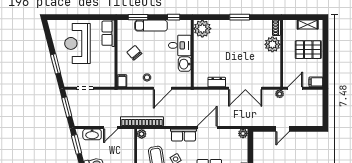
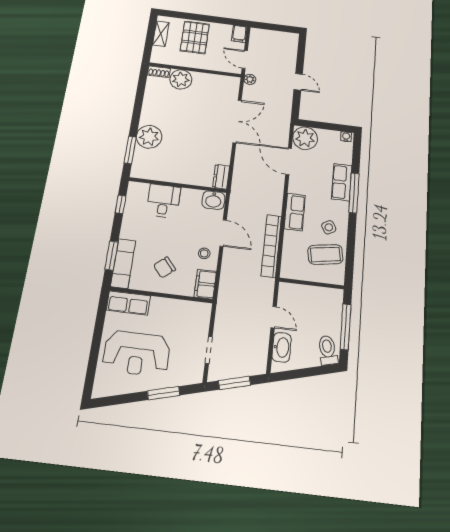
window: (240, 17) -> (130, 150), moved
exam couch: (151, 26) -> (123, 264), moved
plant: (202, 29) -> (149, 137), moved
washbasin: (185, 64) -> (213, 200), moved
filing cabinet: (122, 81) -> (205, 284), width x2.00
dresser: (217, 82) -> (221, 177), moved
bookcase: (142, 121) -> (271, 246), moved
door: (207, 127) -> (289, 161), moved
plant: (243, 133) -> (305, 138), width x1.87, depth x1.87
plant: (142, 134) -> (288, 272), removed
window: (77, 144) -> (295, 374), removed

